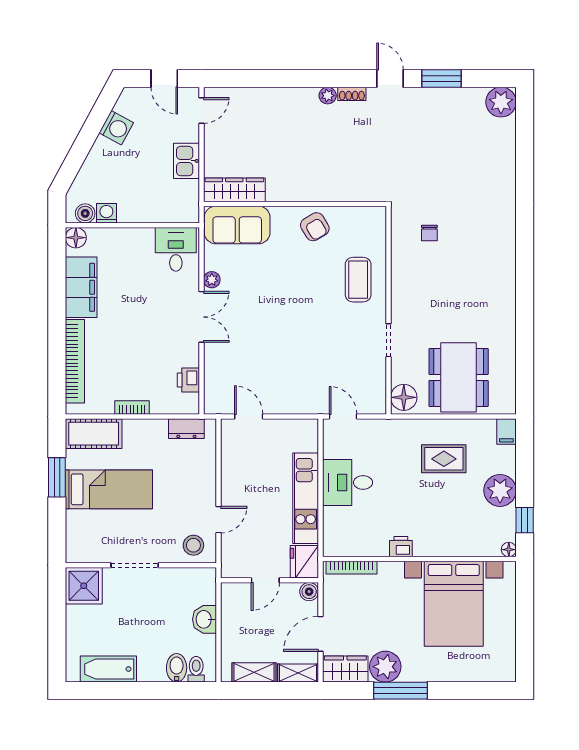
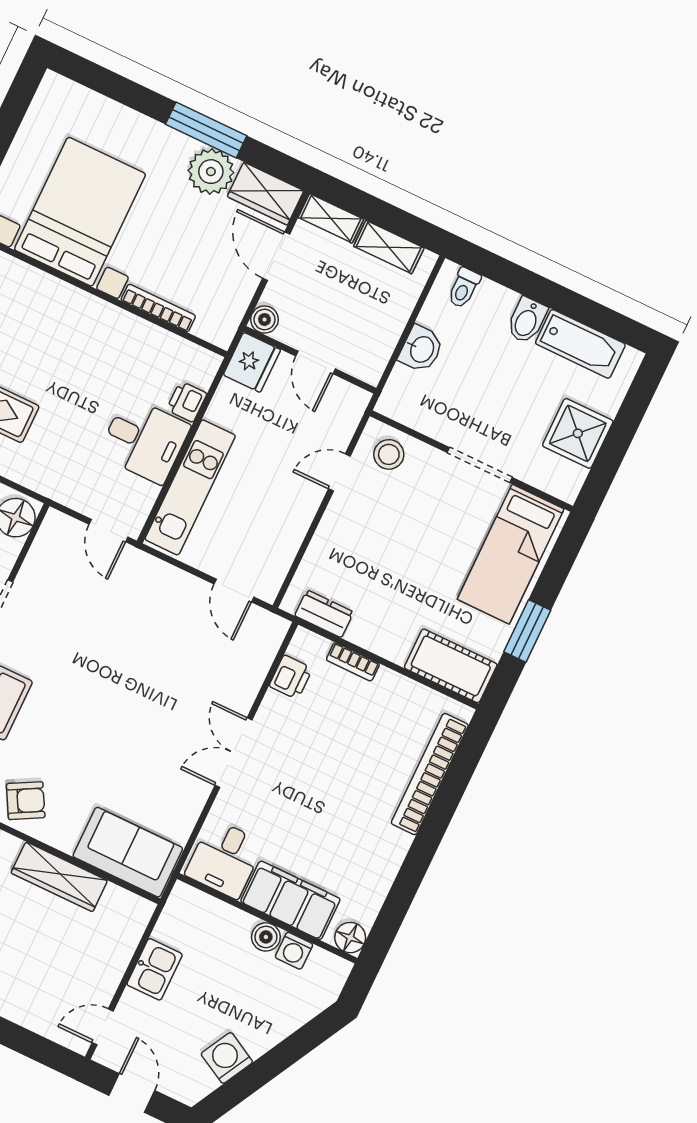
wardrobe: (234, 190) -> (59, 877), moved
boiler: (85, 213) -> (266, 937), moved
armchair: (315, 227) -> (26, 801), turned 92
plant: (212, 280) -> (196, 796), removed
filing cabinet: (81, 287) -> (290, 900), moved, turned 90
bookcase: (132, 408) -> (353, 662), moved
bed: (109, 489) -> (511, 554), moved, turned -90
kitchen unit: (306, 498) -> (190, 487), moved
printer: (401, 547) -> (187, 402), moved, turned 90
bookcase: (351, 568) -> (158, 308), moved
door: (265, 580) -> (315, 362), swing flipped
shower: (84, 586) -> (578, 433), moved
door: (320, 634) -> (276, 256), swing flipped
bidet: (177, 668) -> (527, 320), moved

